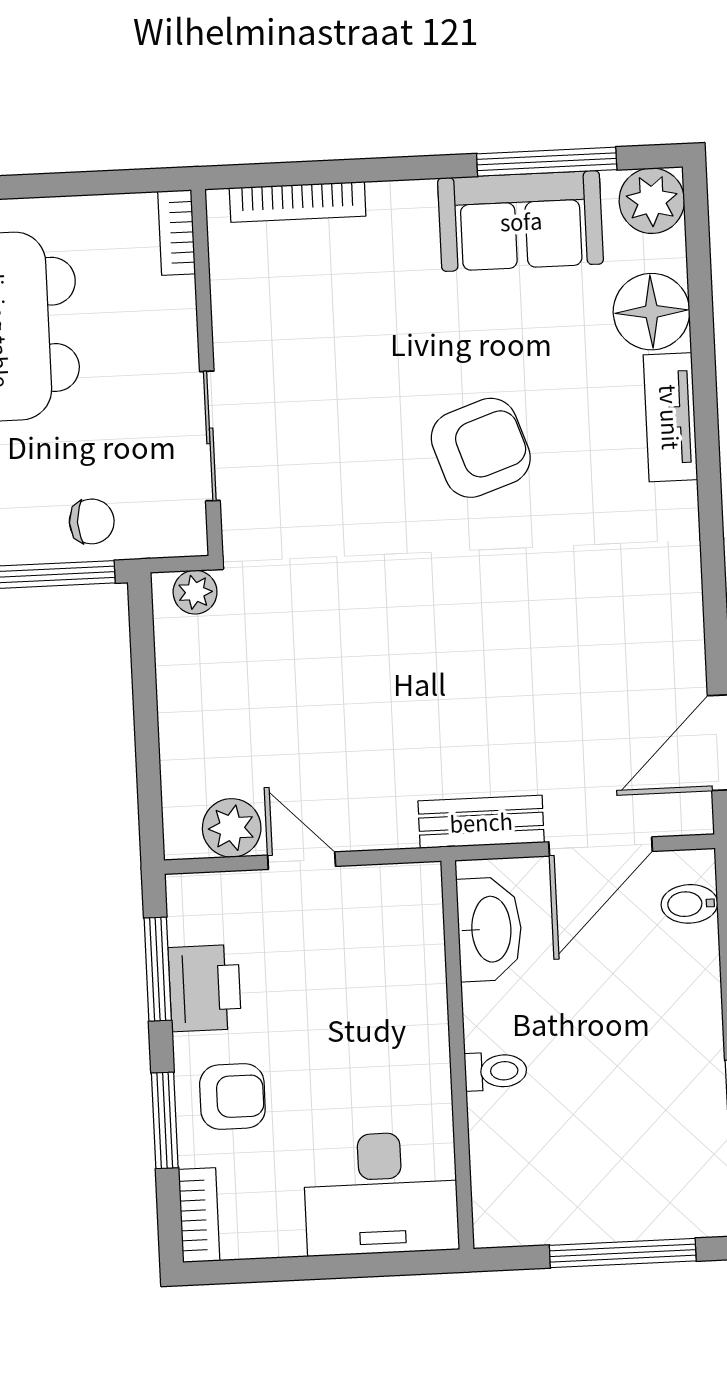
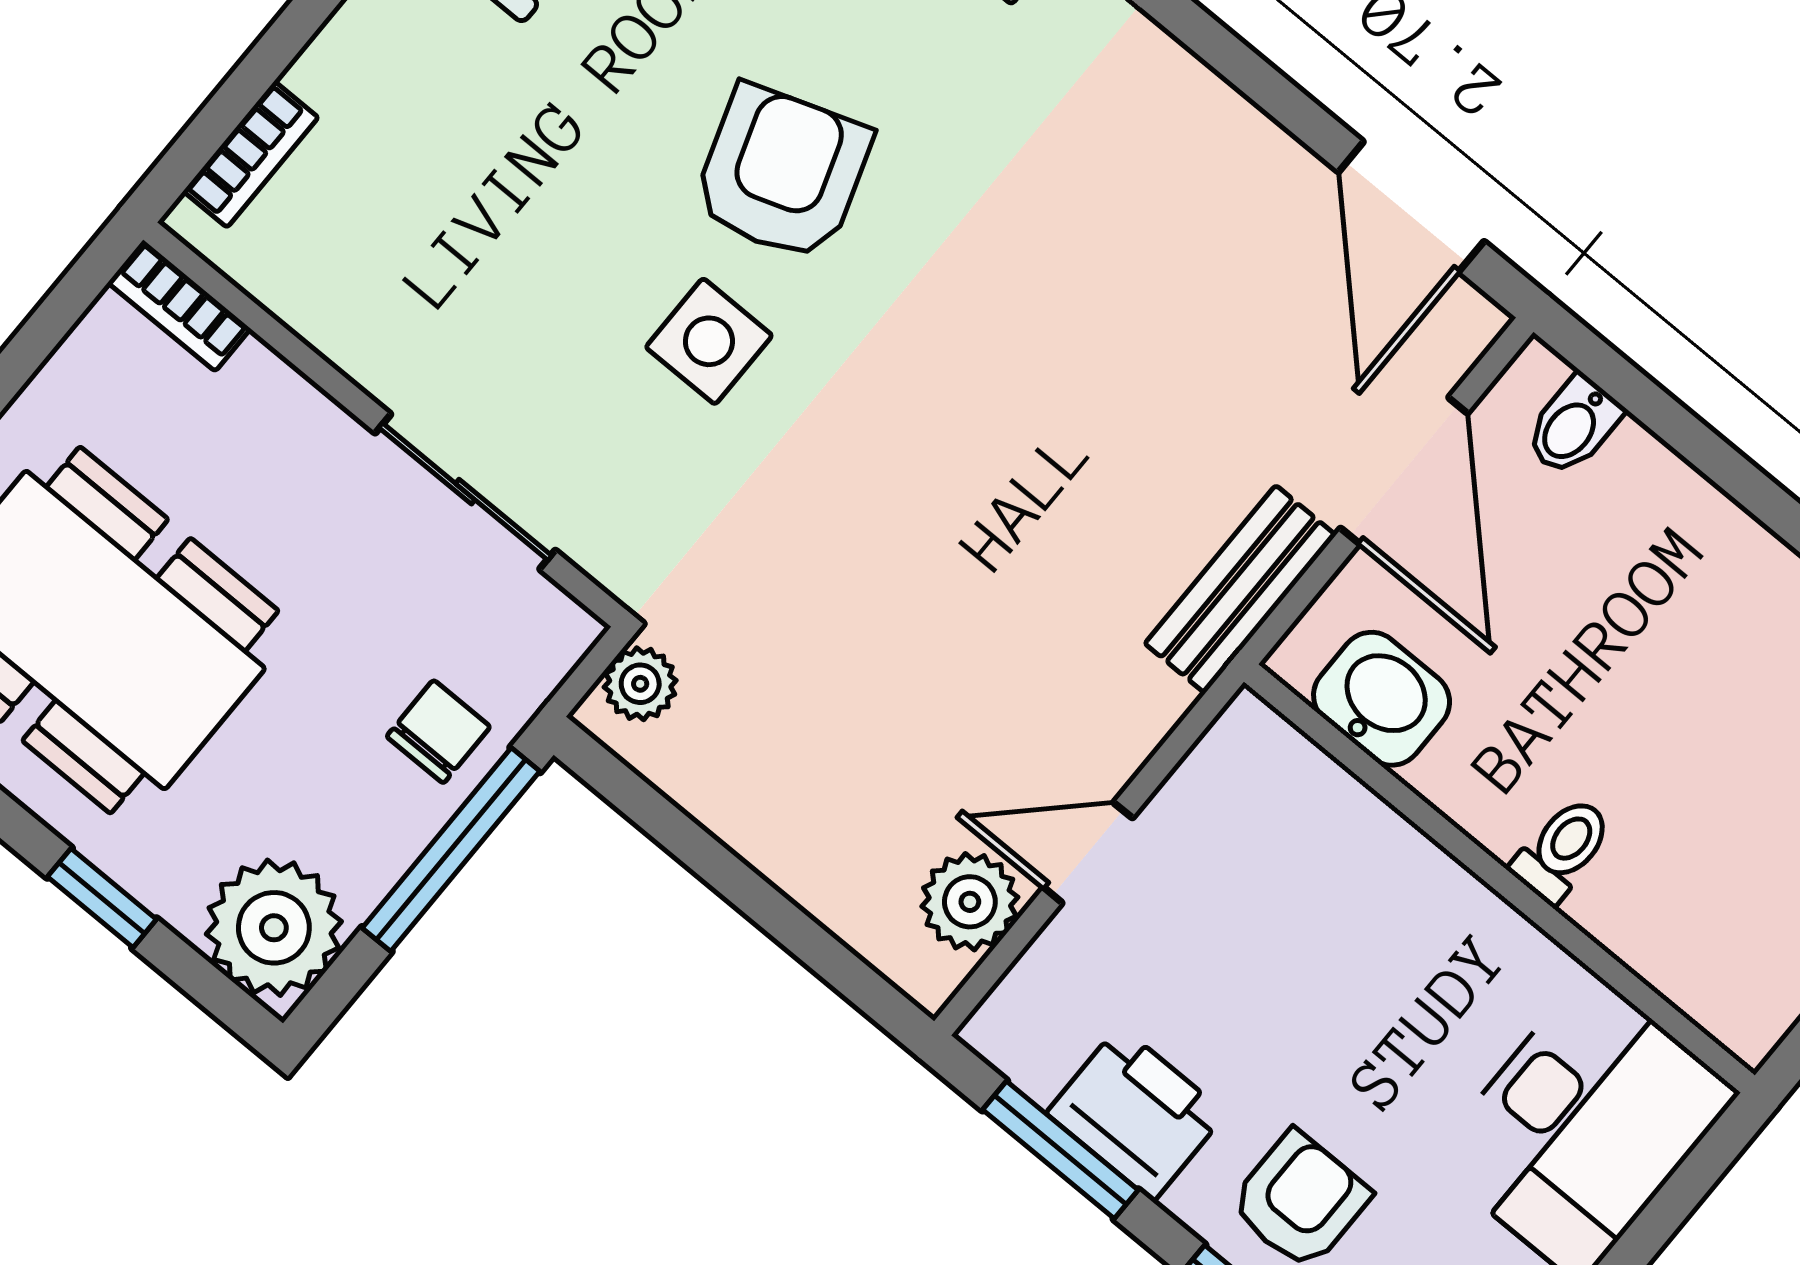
bookcase: (298, 202) -> (251, 154), width x0.64
side table: (376, 484) -> (709, 341), added
washbasin: (490, 929) -> (1382, 699), width x0.72

